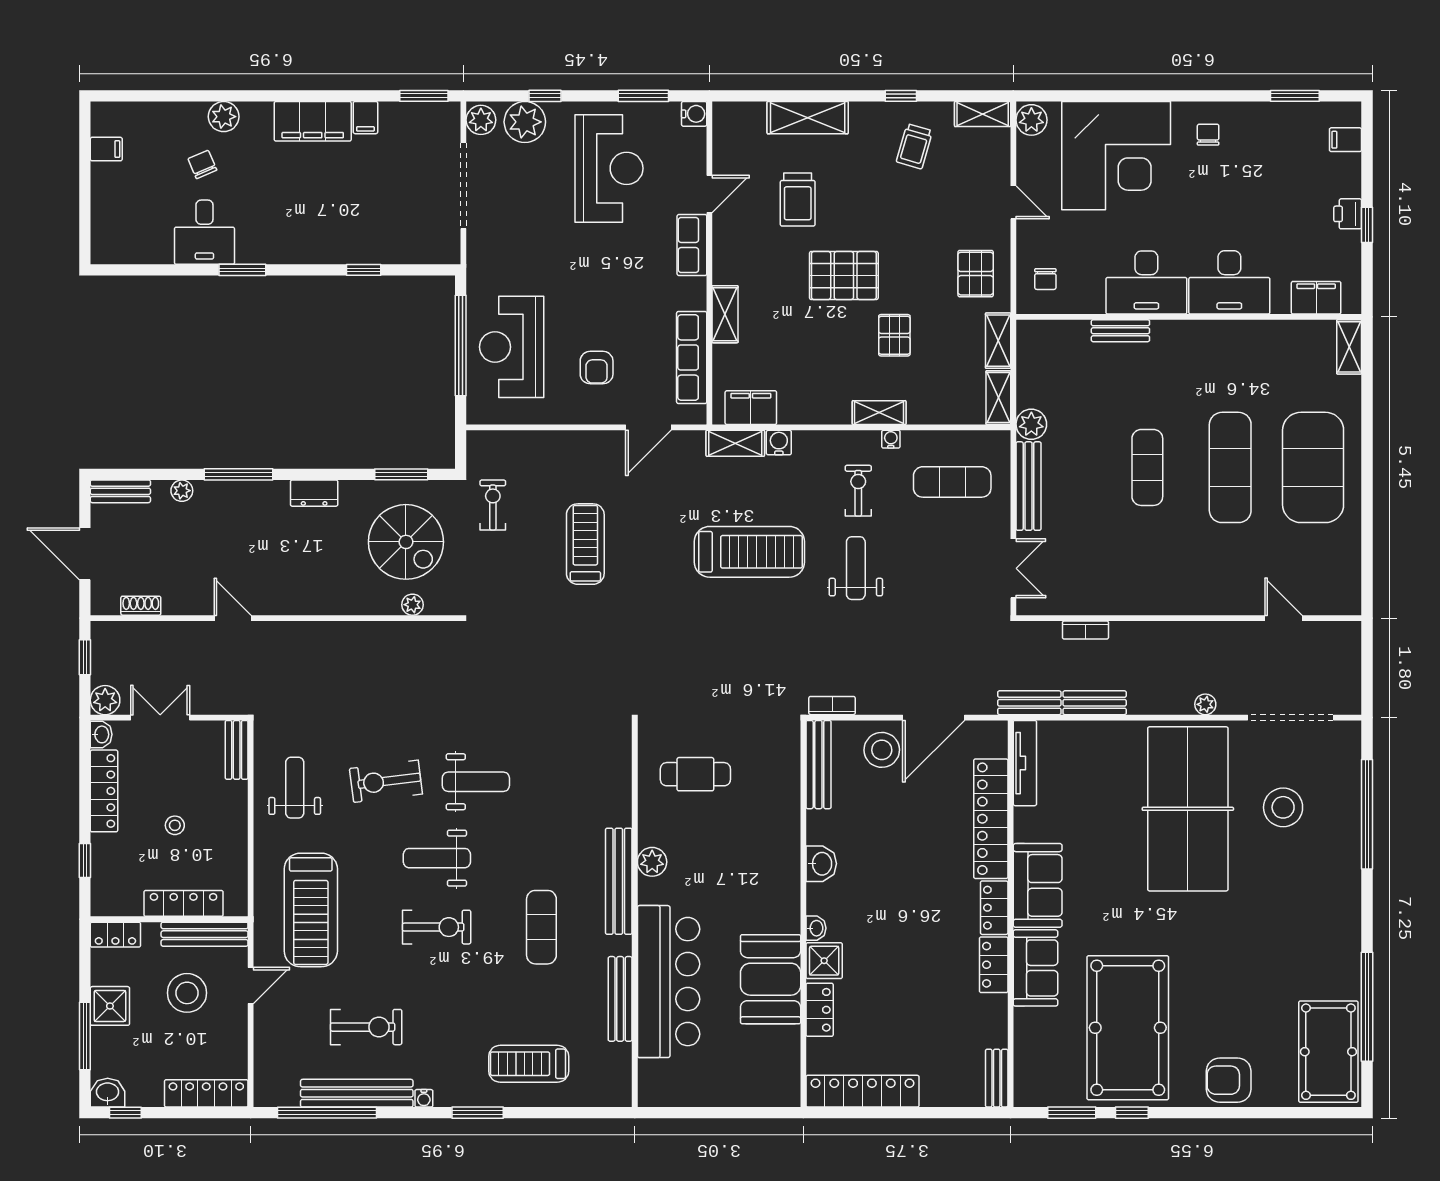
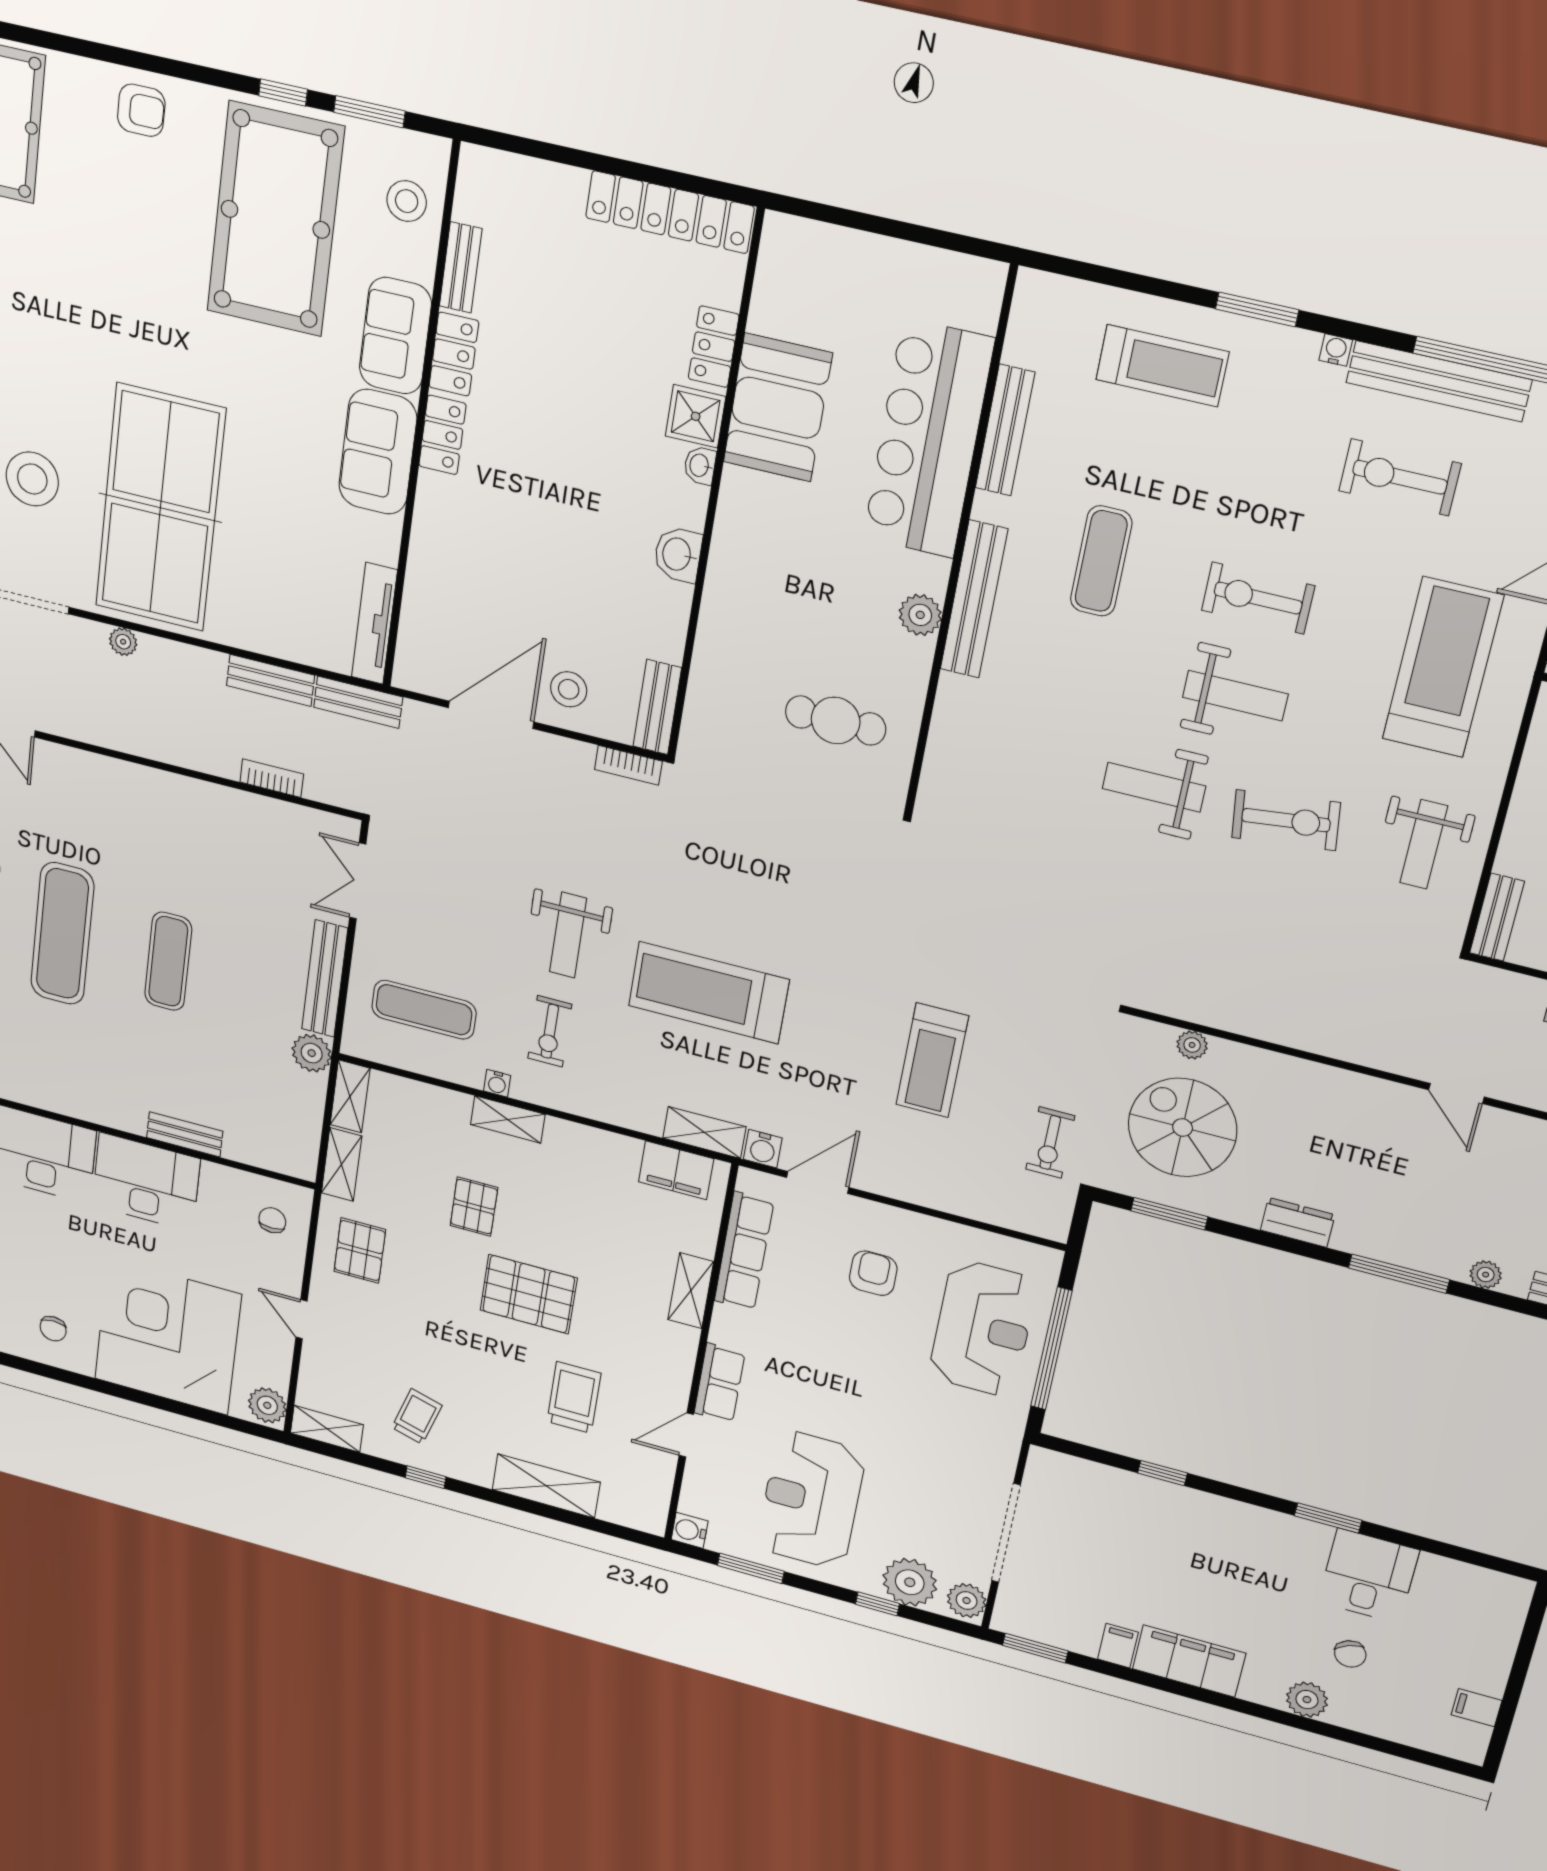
water cooler: (779, 443) -> (763, 1149), moved
stool: (882, 750) -> (569, 689), width x0.73, depth x0.73
bench: (818, 765) -> (657, 707), width x0.73
locker: (991, 819) -> (431, 559), removed
stool: (1039, 1060) -> (407, 201), added
bench: (997, 1078) -> (461, 267), moved
armchair: (1229, 1080) -> (141, 110), width x0.72, depth x0.72

